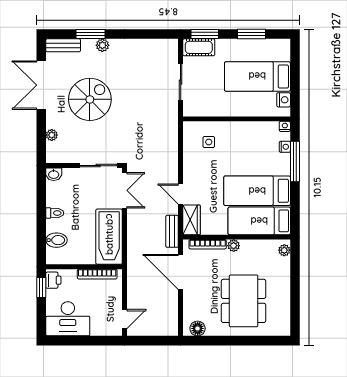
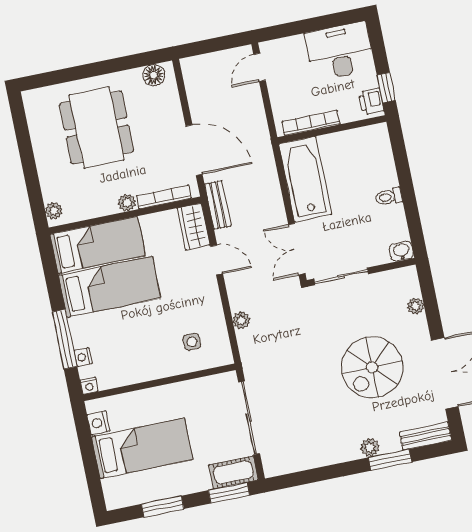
sliding door: (181, 82) -> (249, 418), width x1.37
plant: (172, 150) -> (241, 320), added
bidet: (56, 240) -> (378, 159), removed

